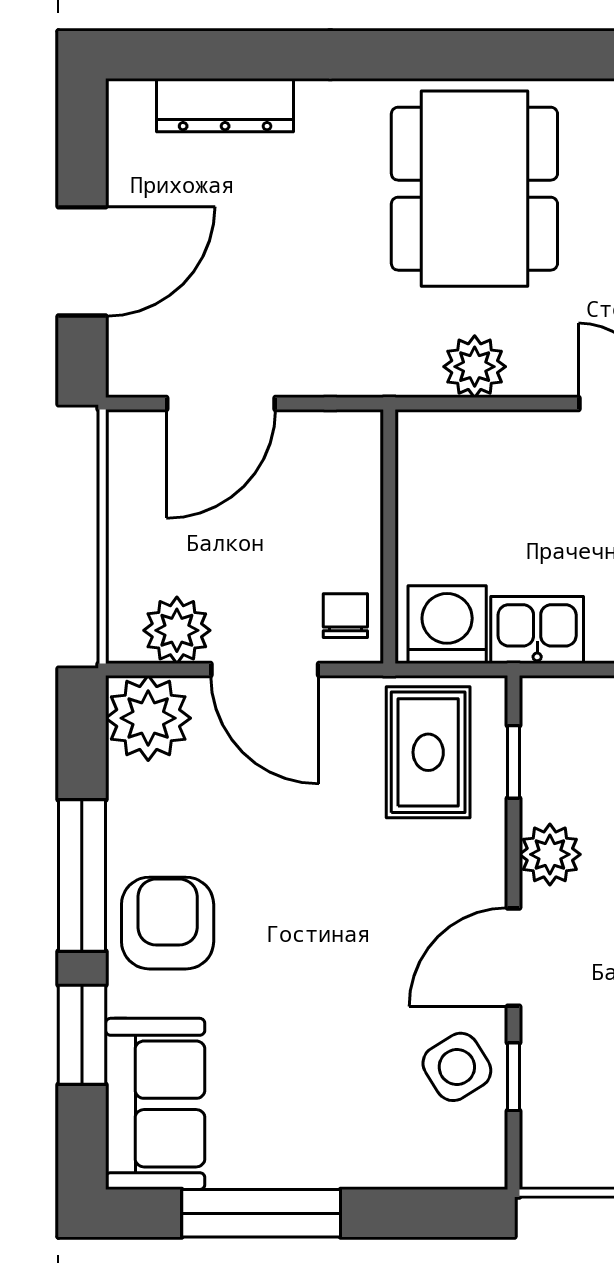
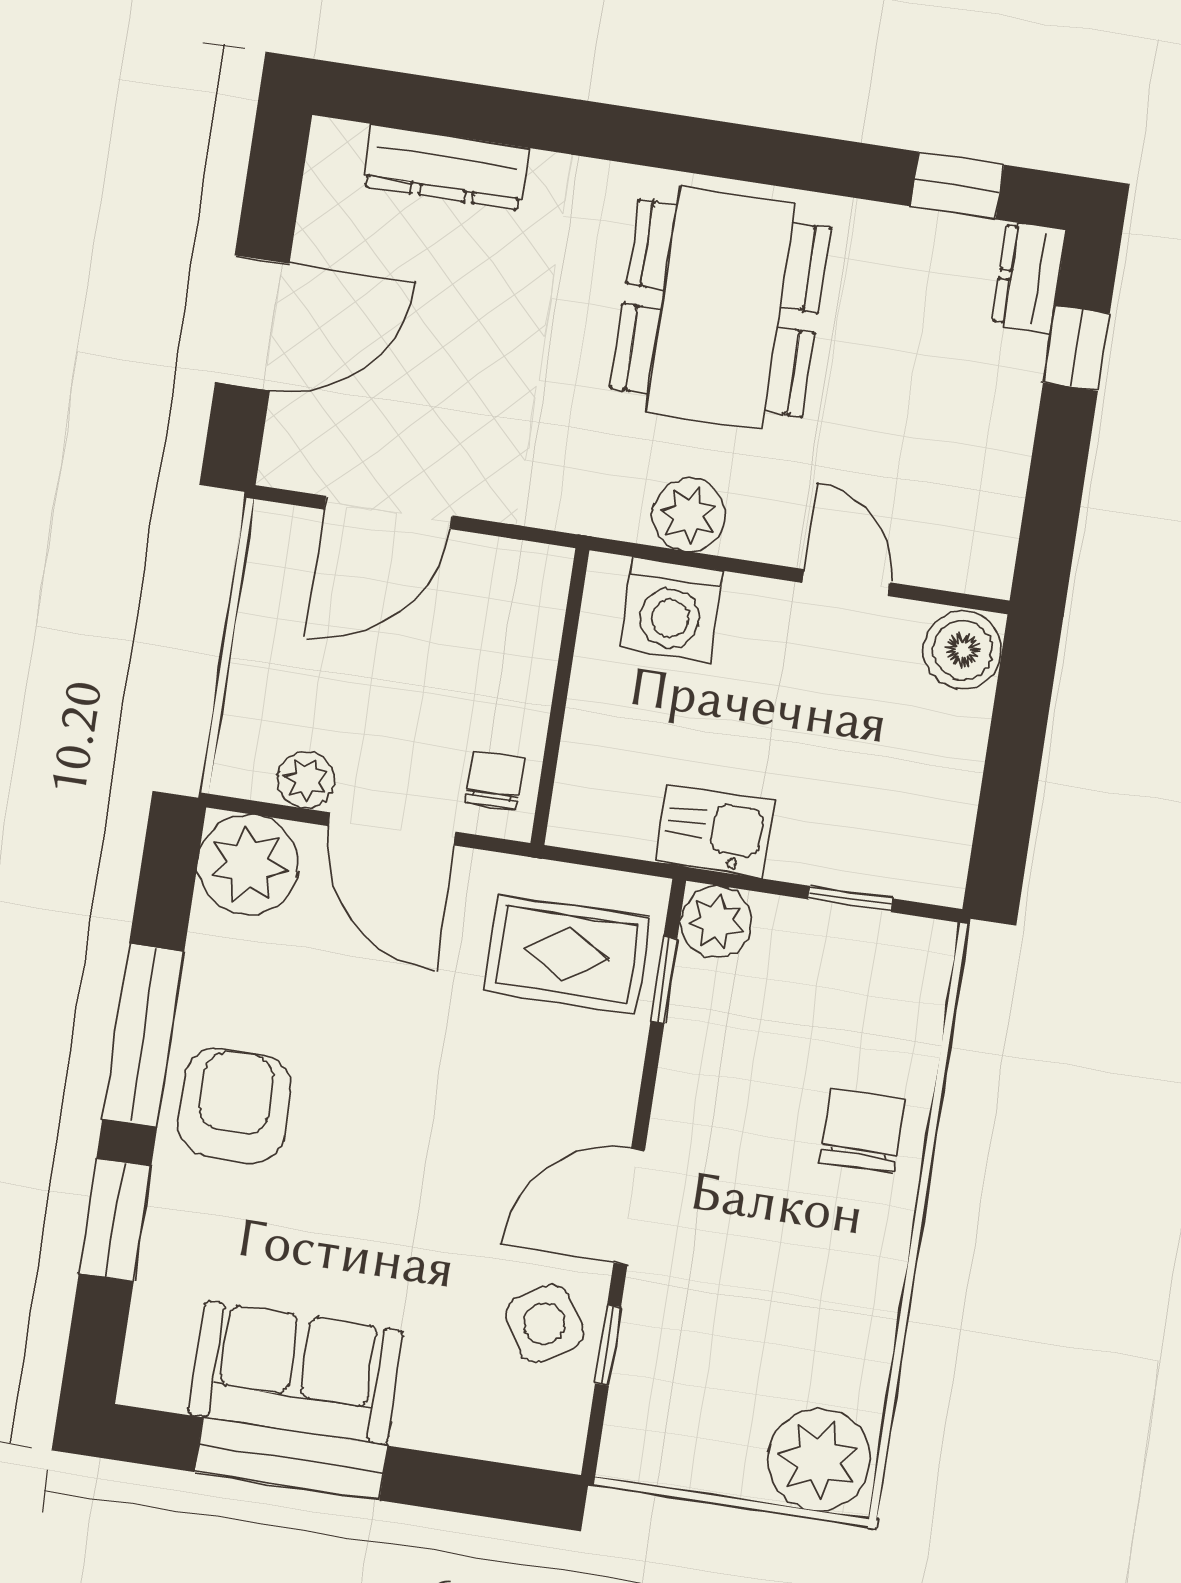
washing machine: (447, 625) -> (671, 609), moved, turned 180
plant: (177, 630) -> (306, 780), width x0.73, depth x0.73
rug: (428, 752) -> (567, 954), turned 90
plant: (550, 854) -> (716, 922), moved
sofa: (155, 1104) -> (296, 1373), moved, turned -90

